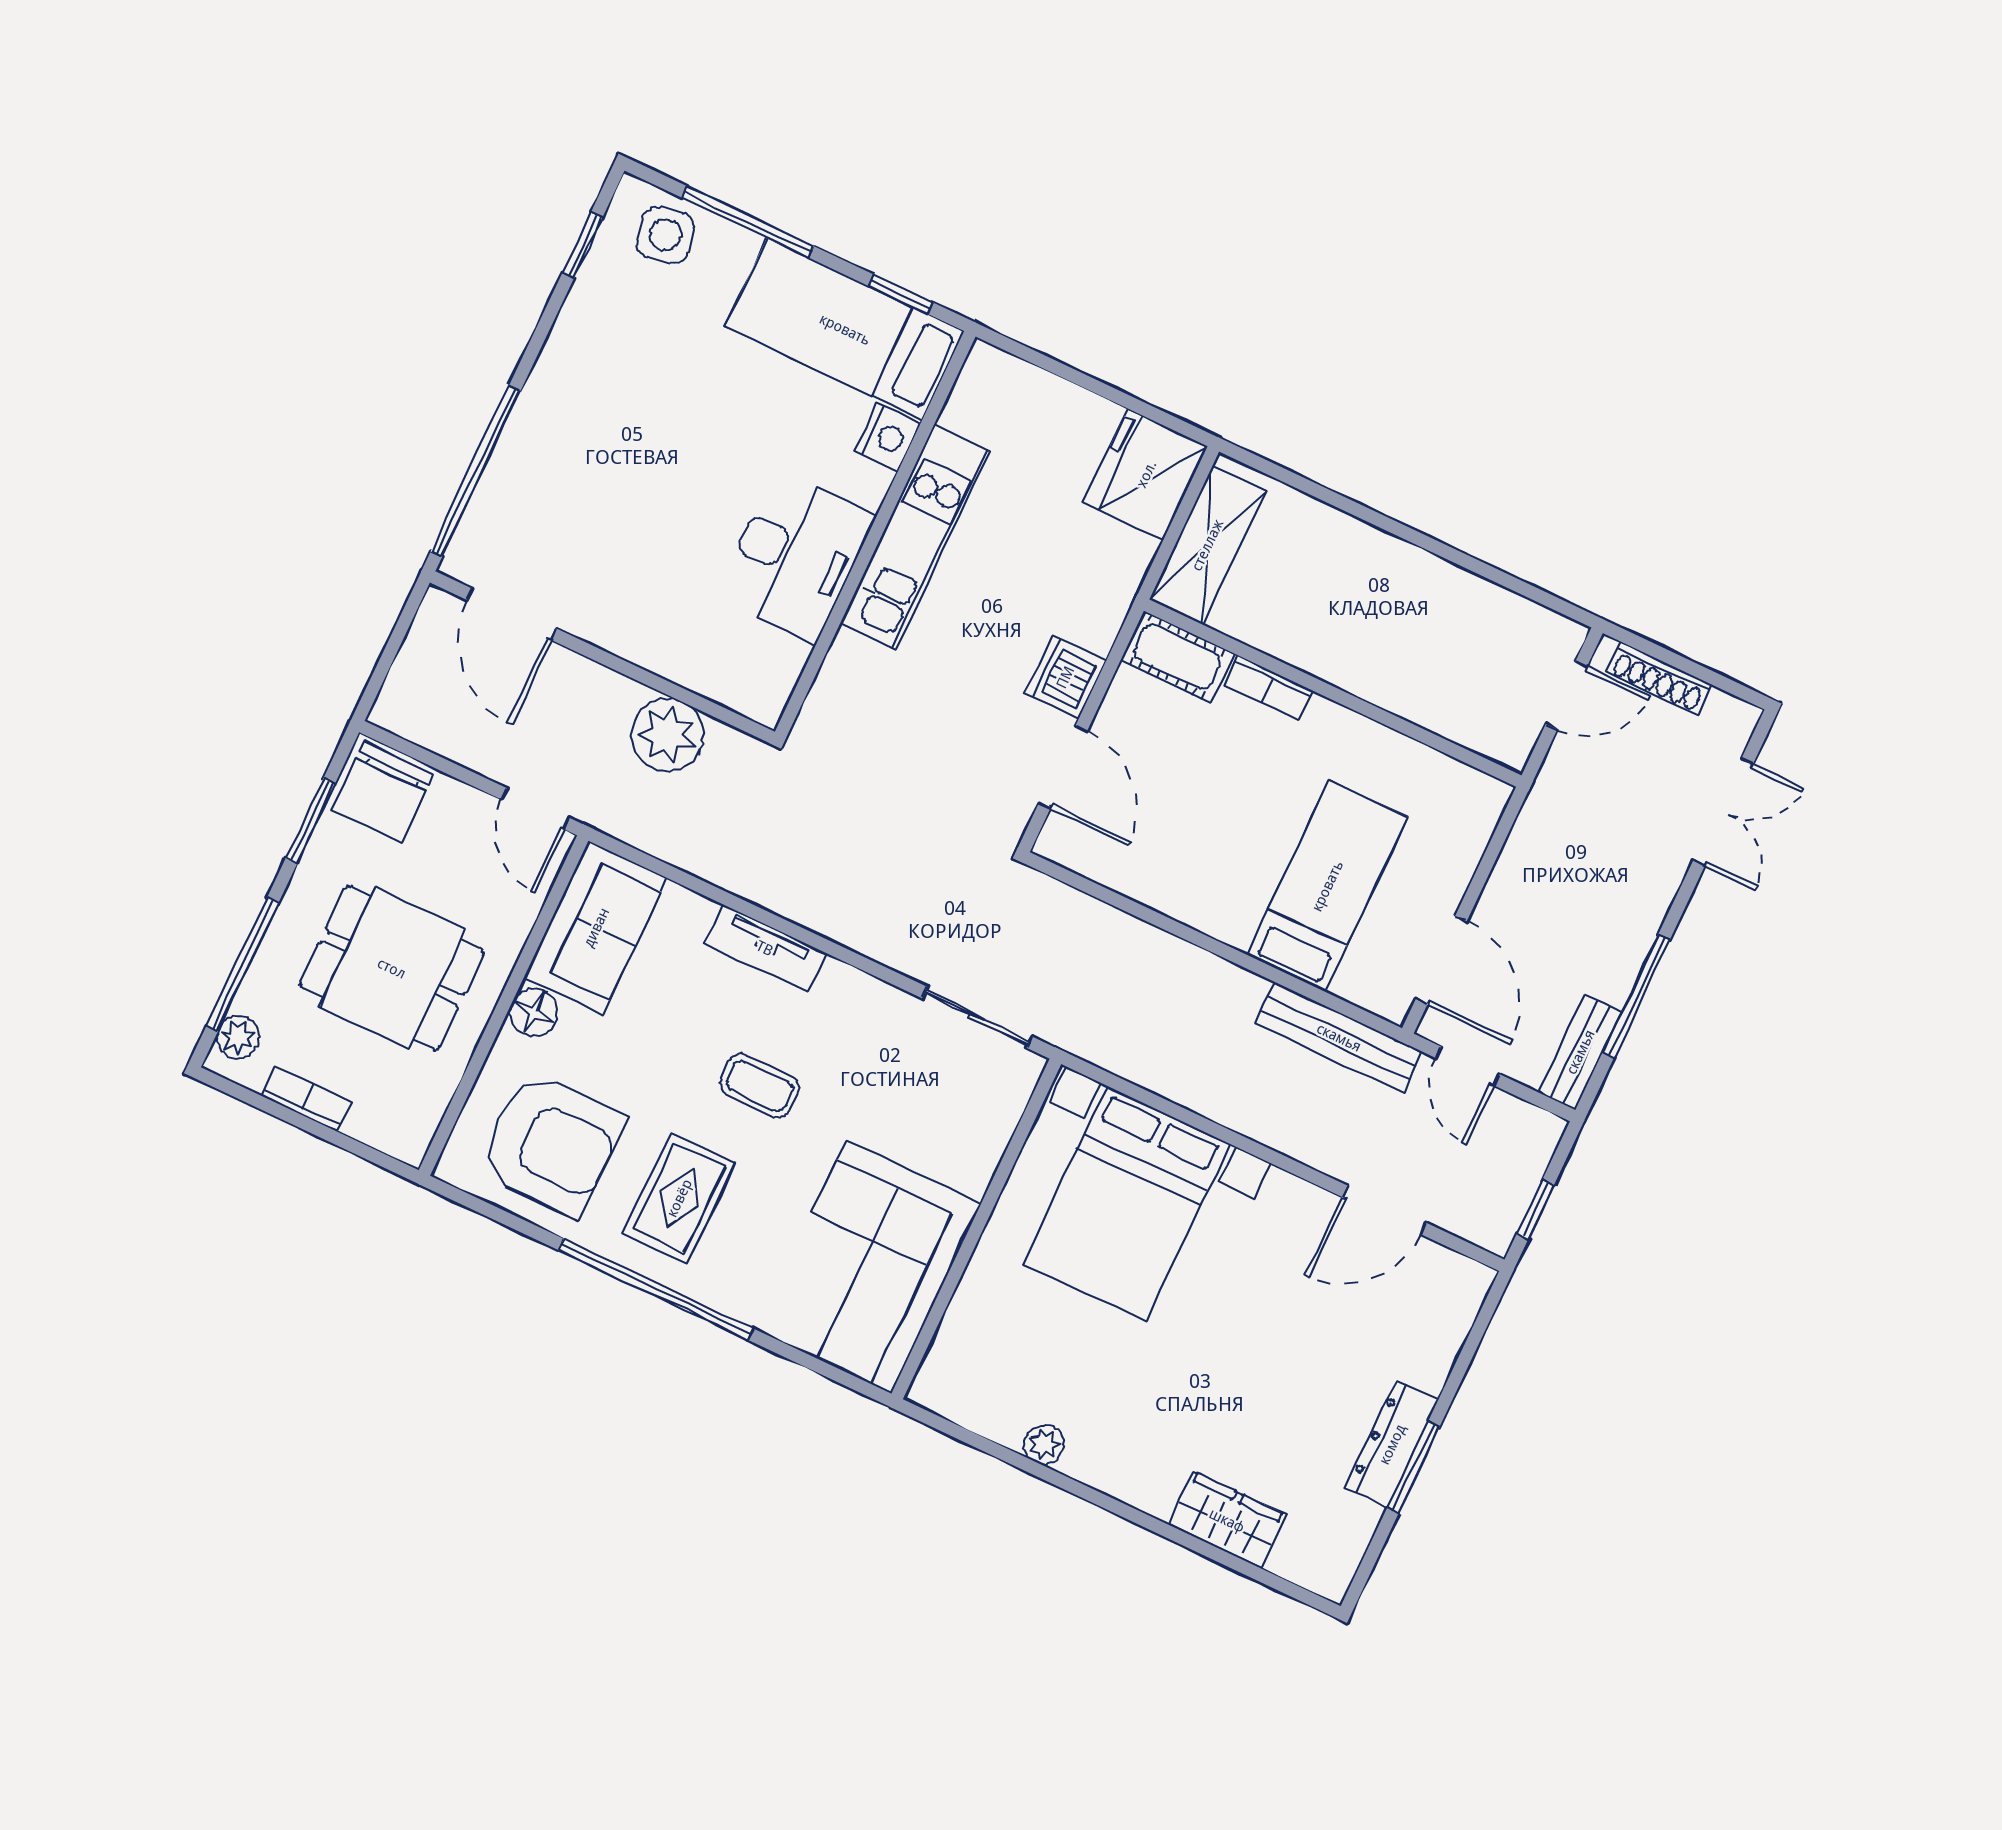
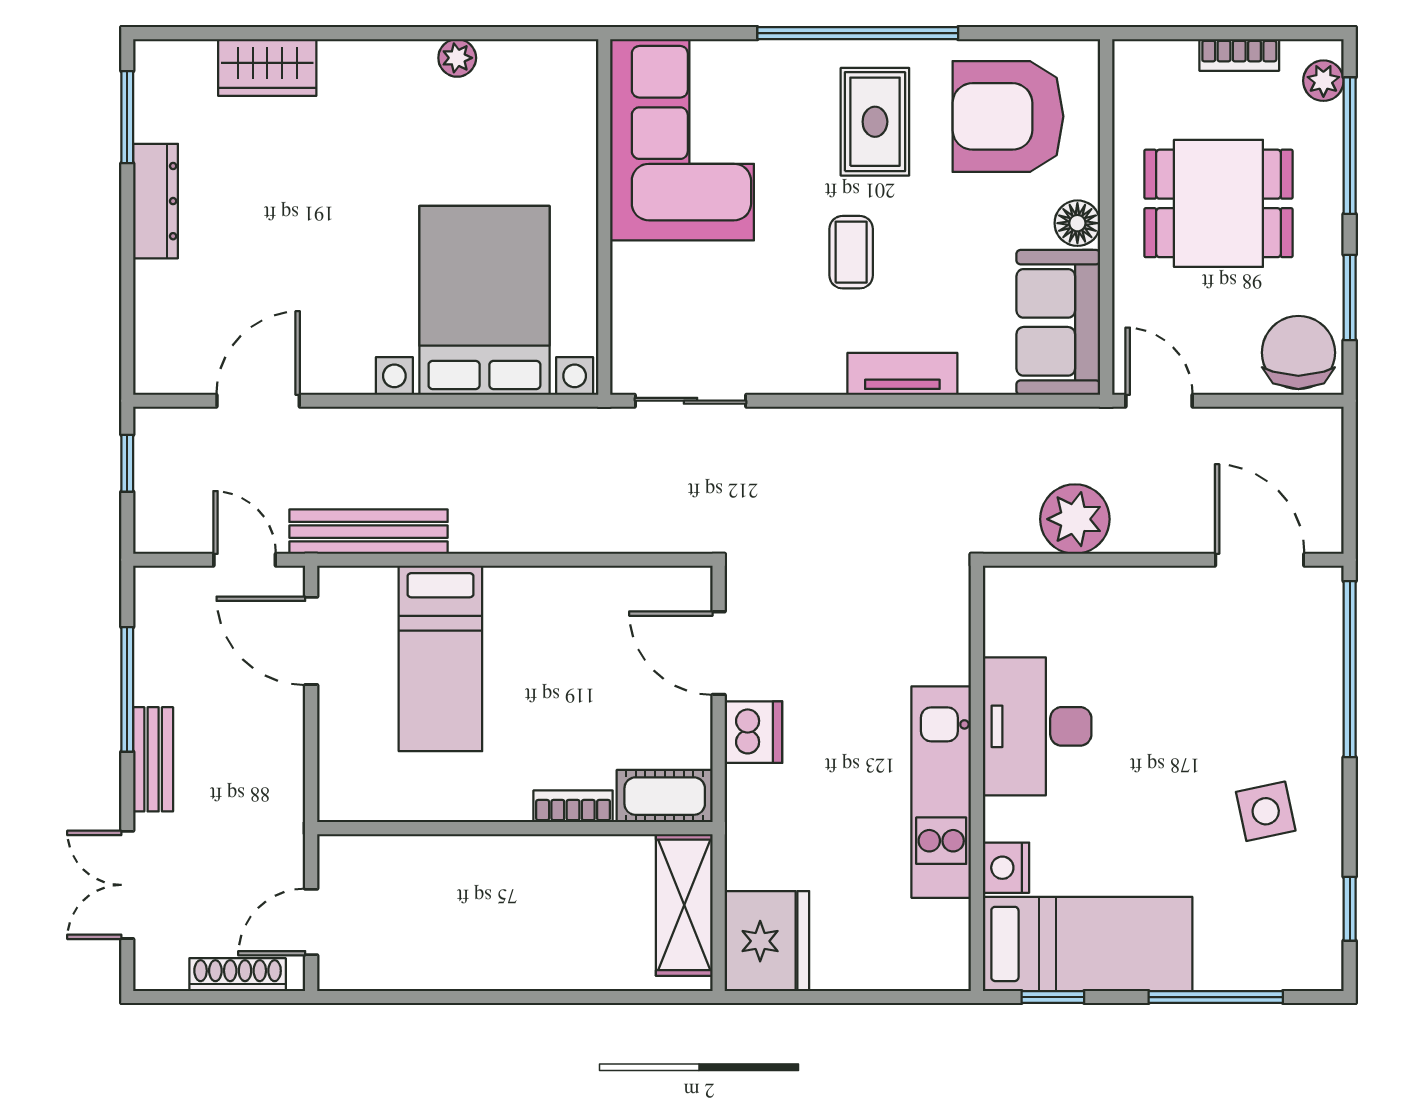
side table: (665, 235) -> (1266, 811), moved
bench: (1580, 1052) -> (153, 759), moved
coffee table: (759, 1086) -> (851, 252), turned 90
window: (1414, 1467) -> (127, 117), moved

